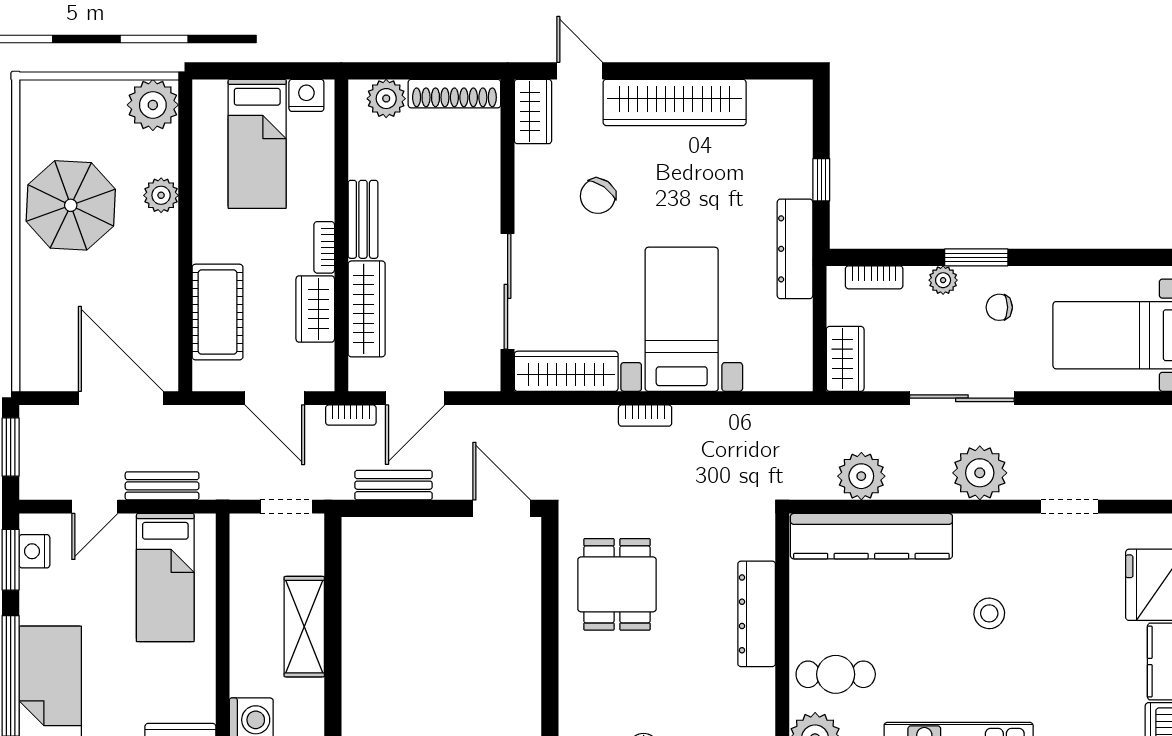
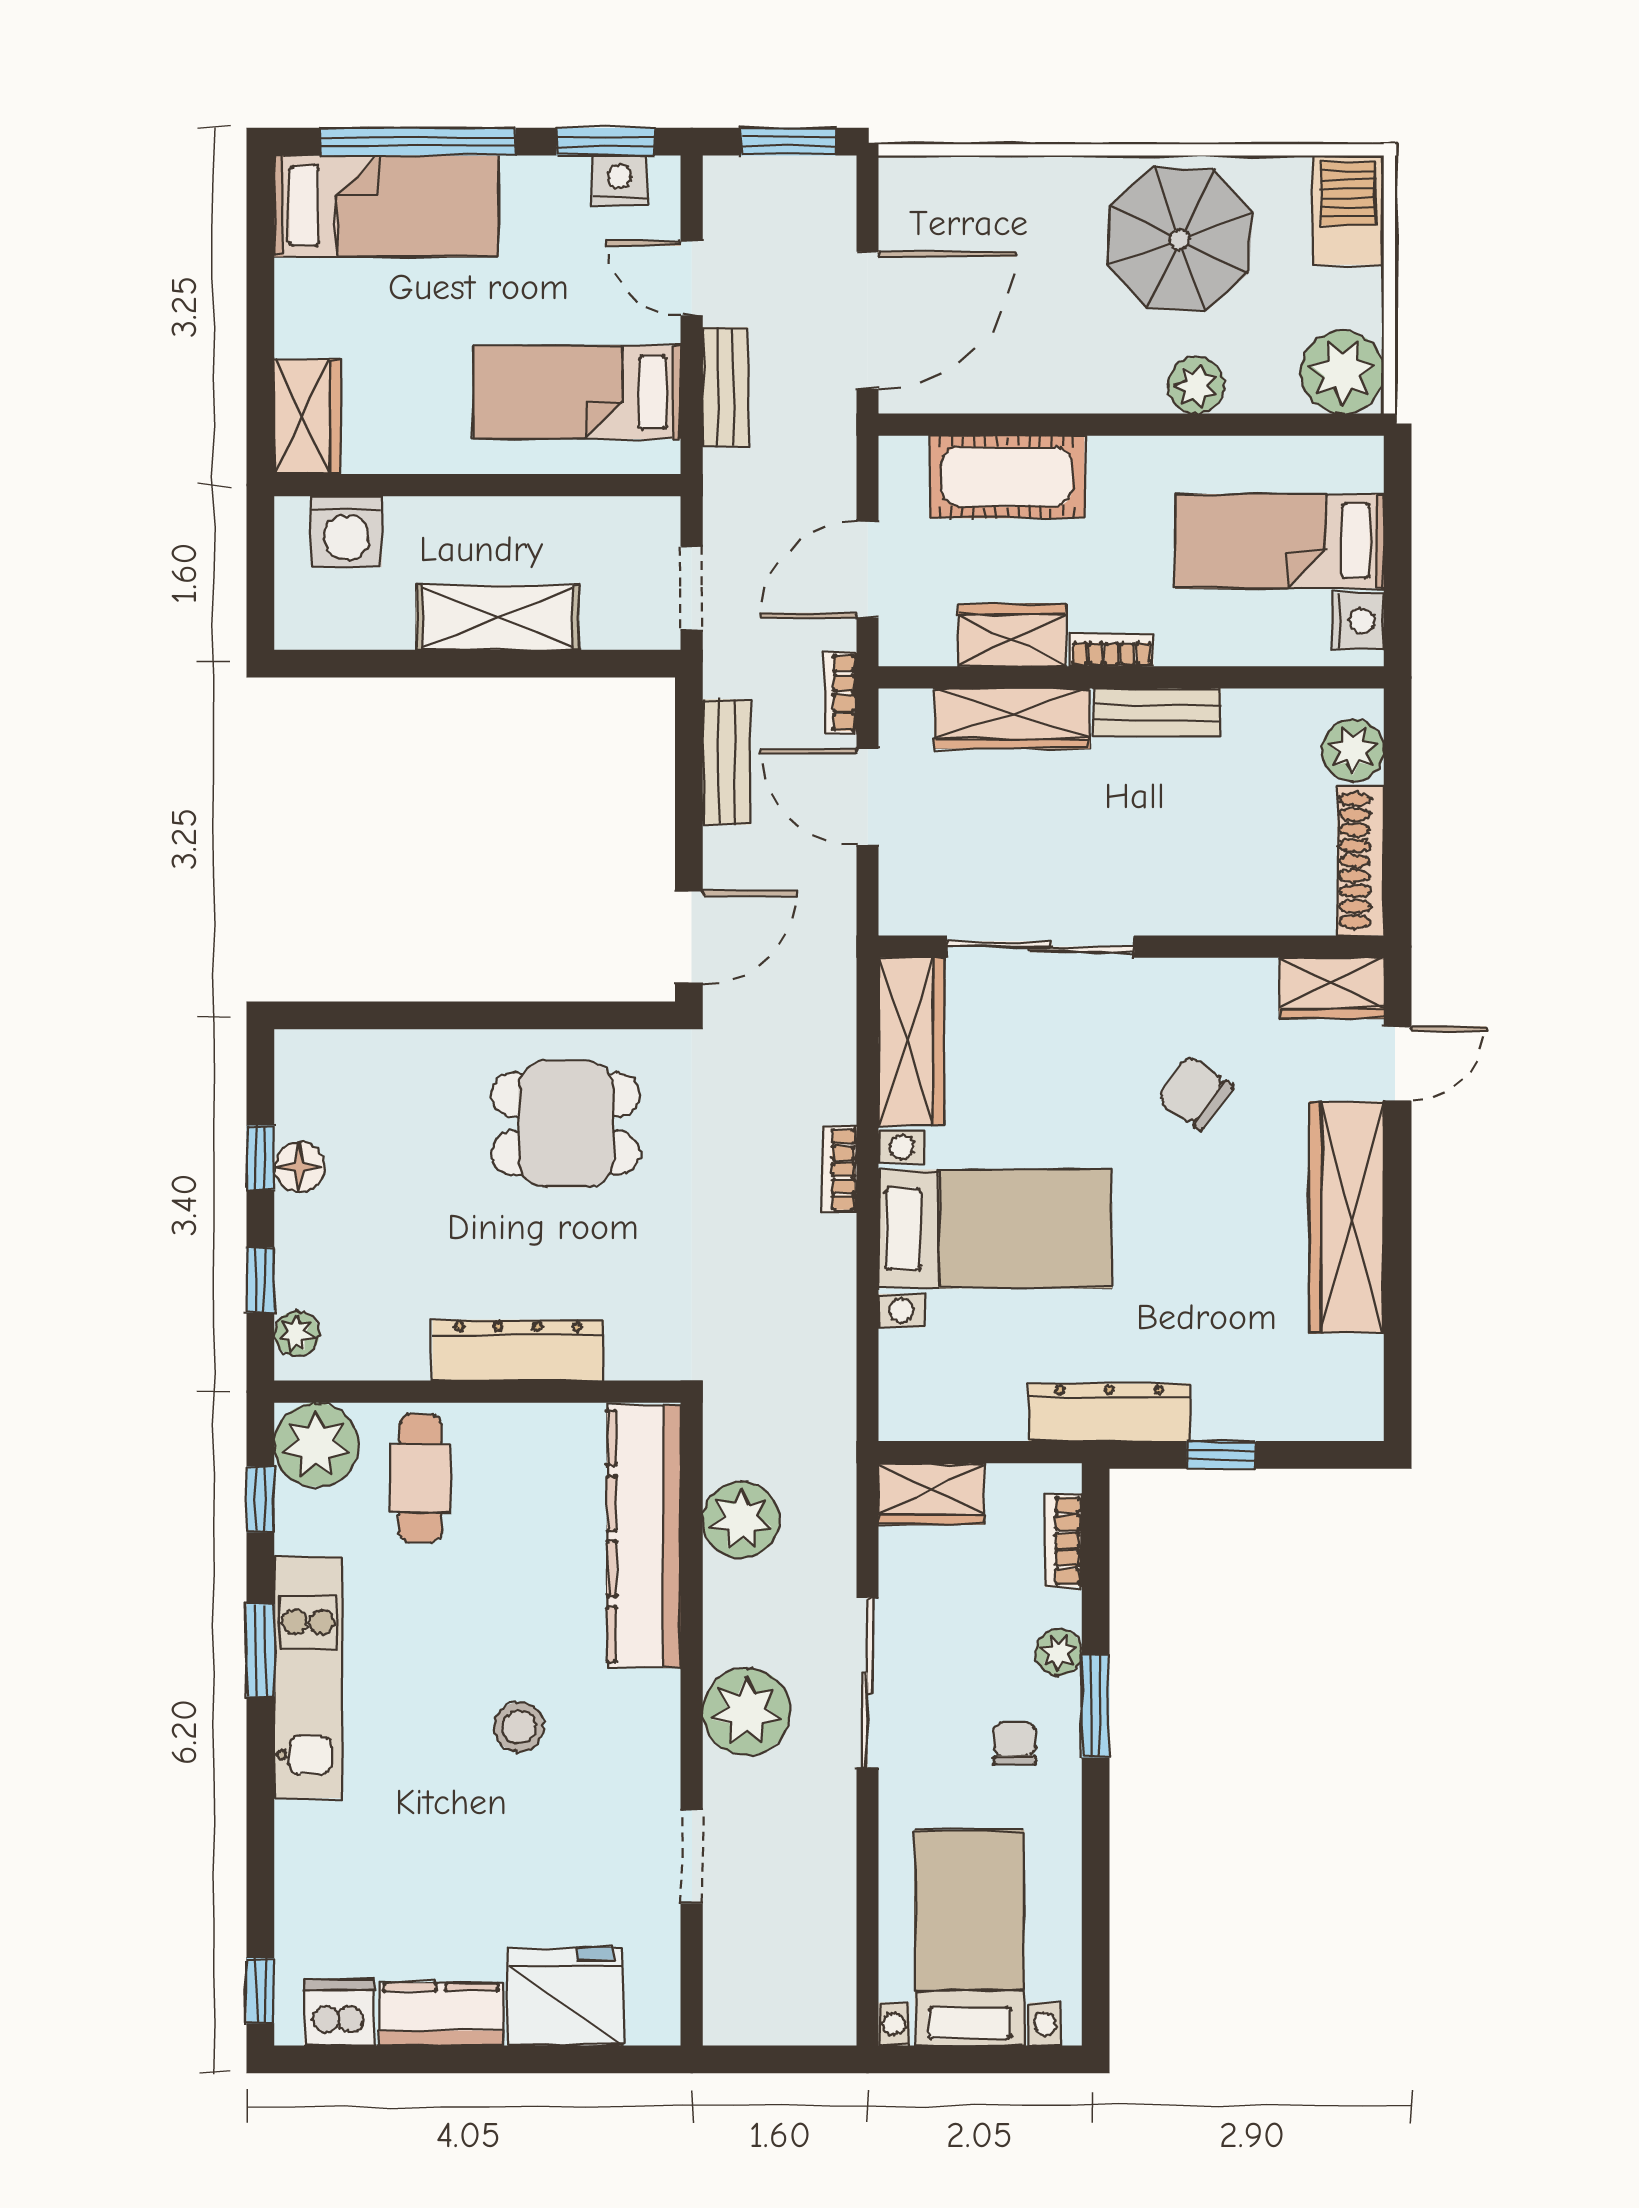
barbecue: (53, 101) -> (1348, 210), added

